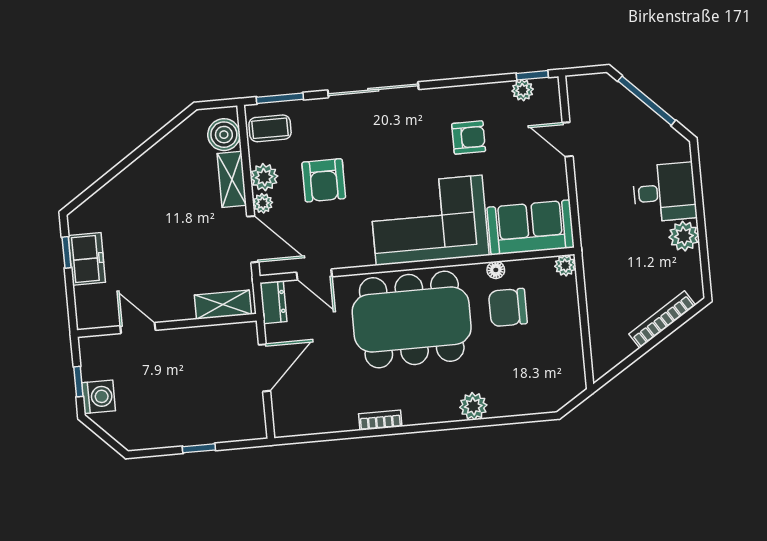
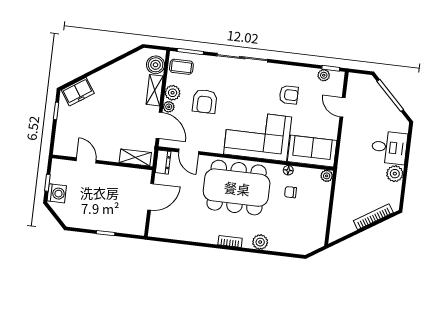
freezer: (87, 259) -> (78, 92), moved, turned 56
chair: (508, 308) -> (290, 192), width x0.54, depth x0.54
bookcase: (380, 420) -> (230, 241), moved

